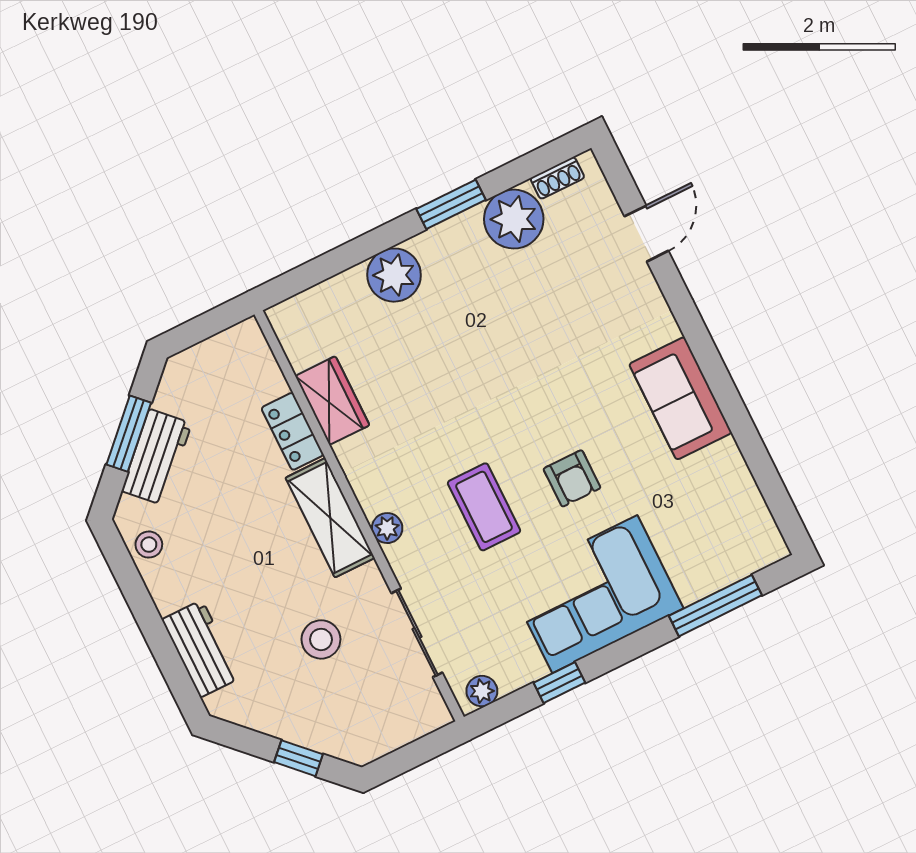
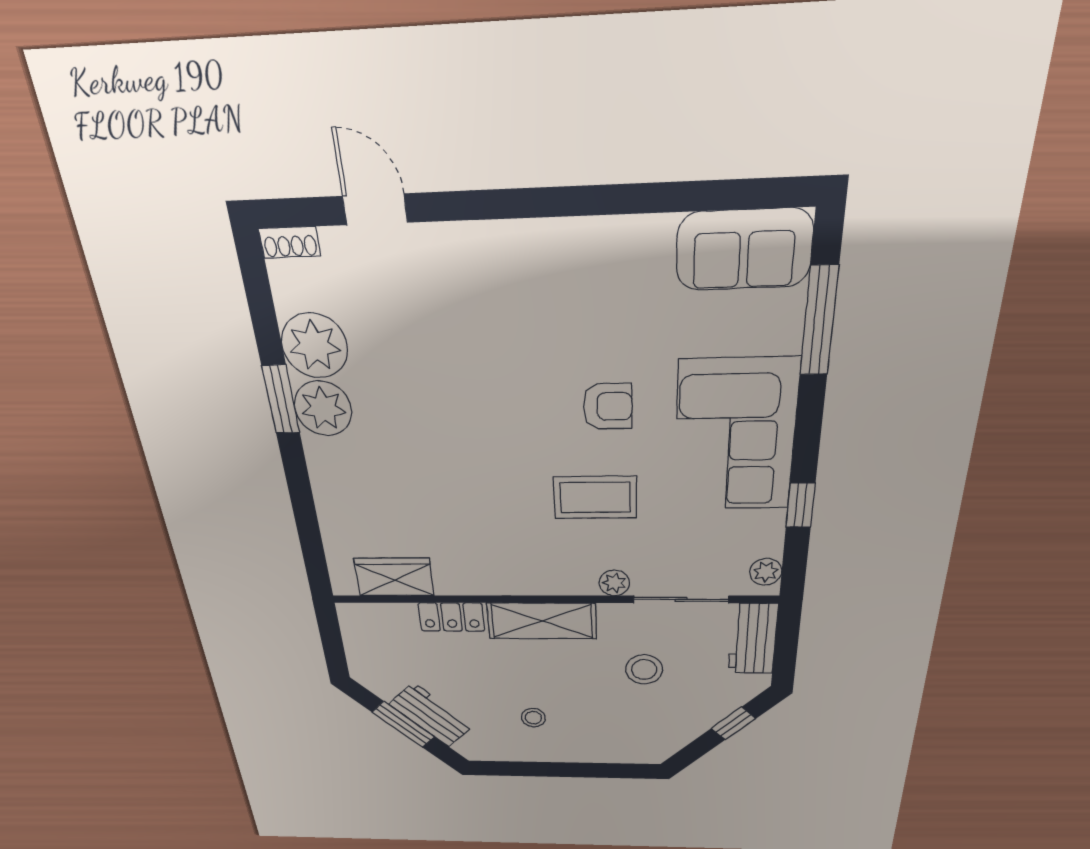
shoe rack: (557, 178) -> (290, 242), moved, turned 90
plant: (394, 275) -> (323, 408), moved
sofa: (680, 398) -> (744, 250), moved
wardrobe: (332, 401) -> (394, 577), moved
plant: (387, 528) -> (614, 583), moved
stool: (149, 545) -> (533, 718), moved
workbench: (201, 649) -> (753, 639), moved, turned -90

